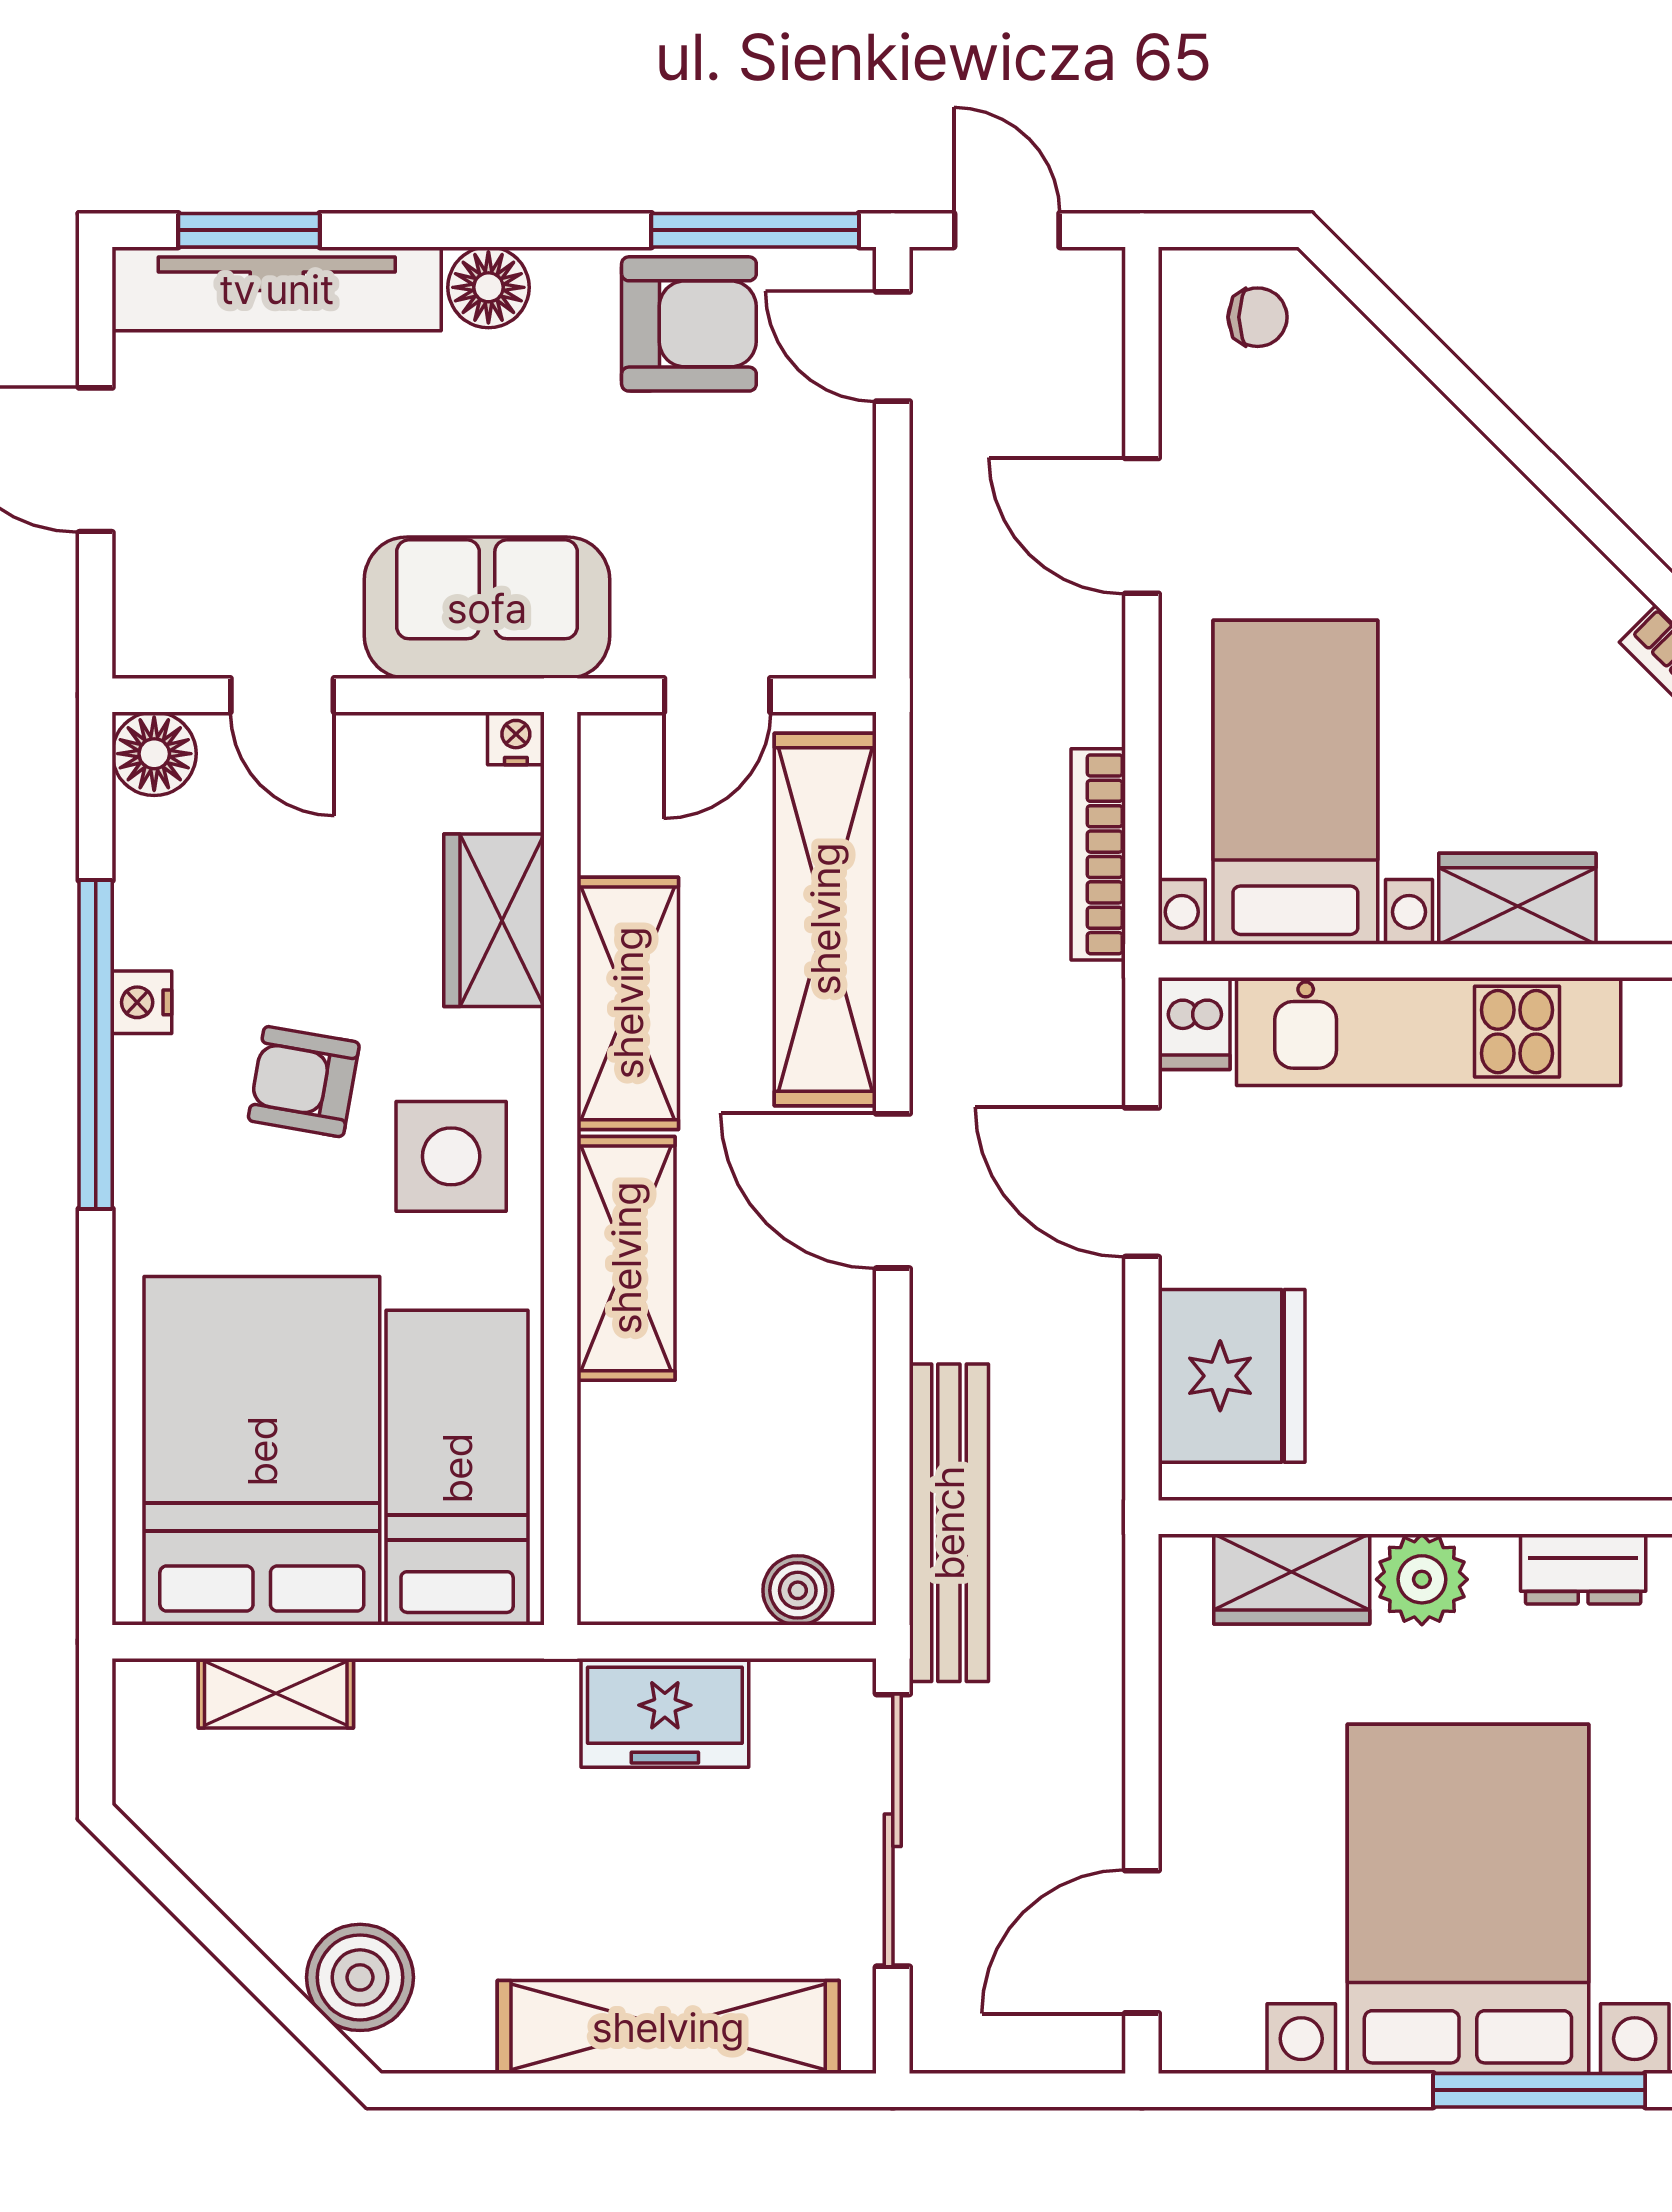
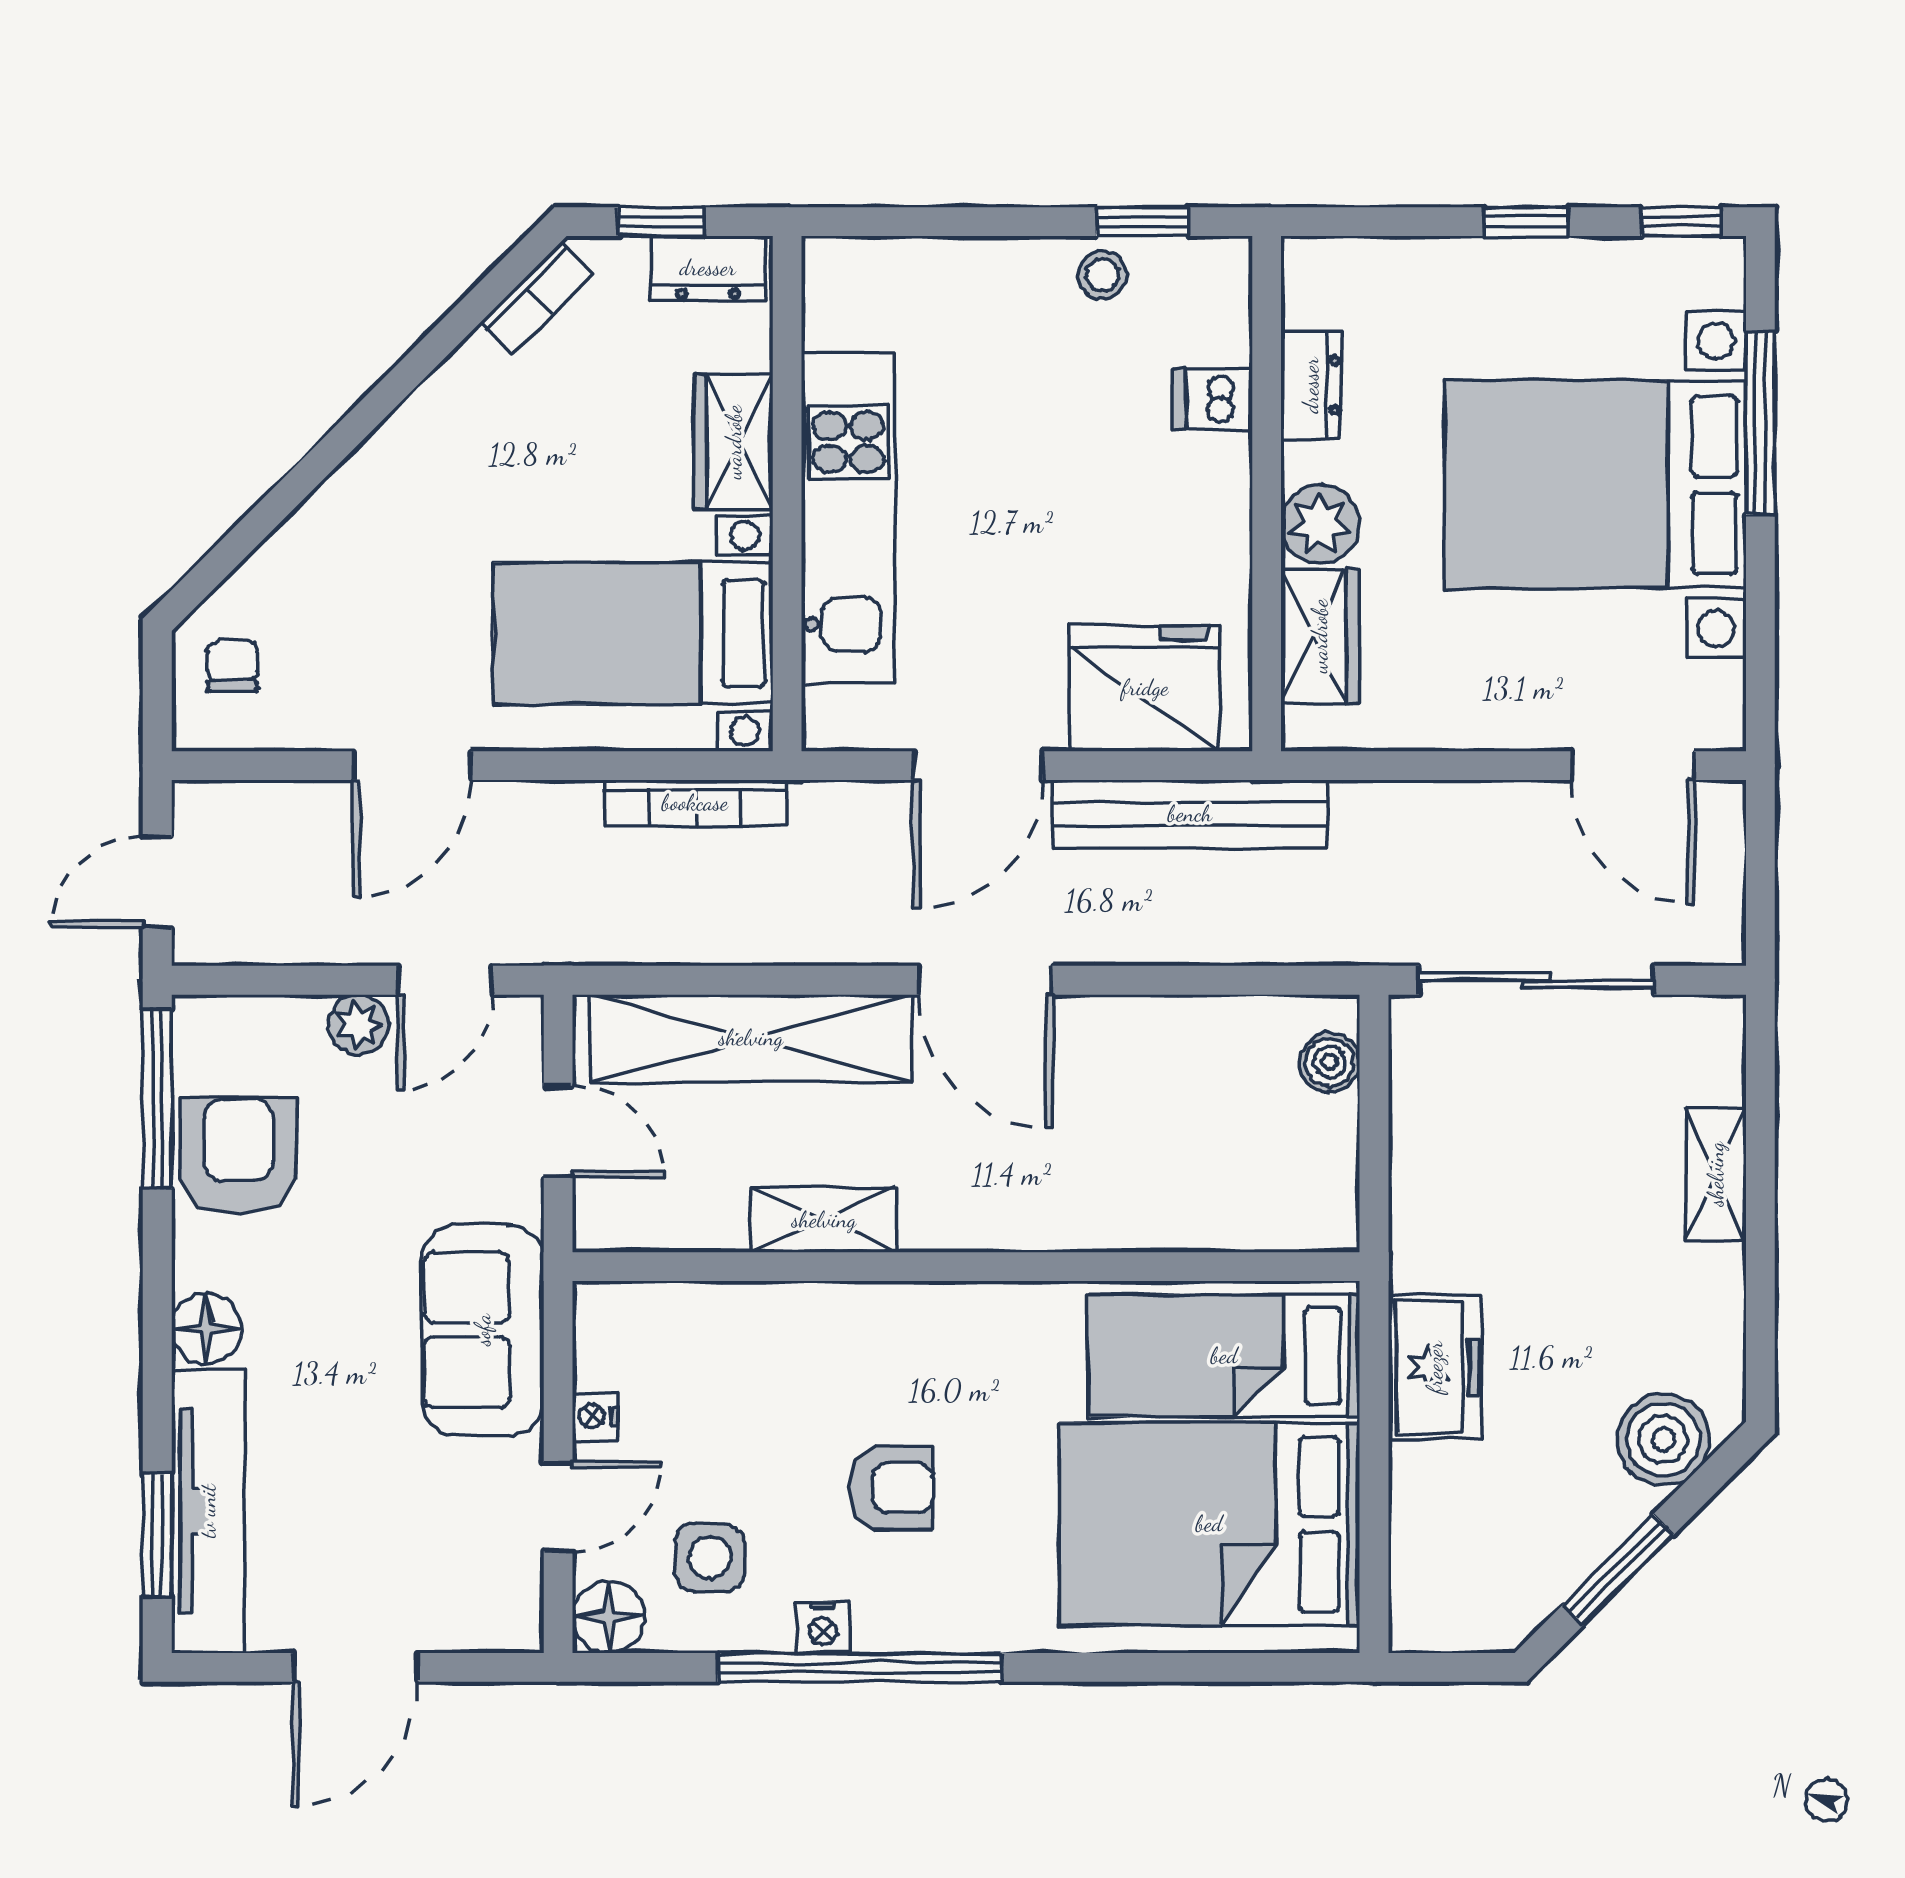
door: (893, 346) -> (445, 980), moved
plant: (841, 464) -> (358, 1025), added
nightstand: (516, 738) -> (595, 1416), moved
wardrobe: (494, 920) -> (752, 1324), removed
shelving: (628, 1003) -> (824, 1220), width x0.67, depth x0.75
dishwasher: (1194, 1023) -> (1213, 399), moved, turned 180
armchair: (304, 1082) -> (891, 1488), turned -100
side table: (451, 1156) -> (710, 1558), moved, width x0.73, depth x0.73
door: (893, 1191) -> (985, 980), hinge flipped
shelving: (626, 1258) -> (1043, 1210), removed
bench: (949, 1523) -> (1190, 814), moved
shelving: (276, 1693) -> (1418, 1512), removed
freezer: (665, 1713) -> (1435, 1367), moved
window: (209, 1925) -> (1618, 1570), added
shelving: (668, 2027) -> (1716, 1174), width x0.45, depth x0.75

